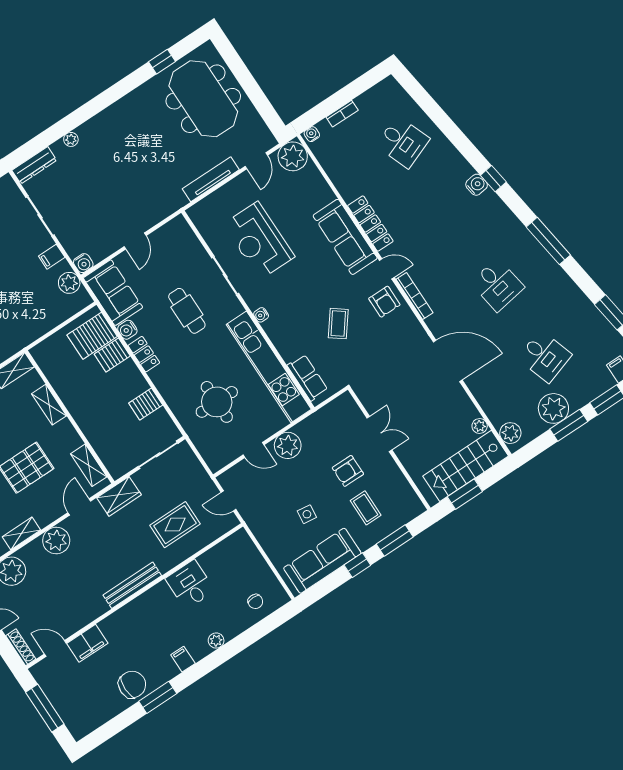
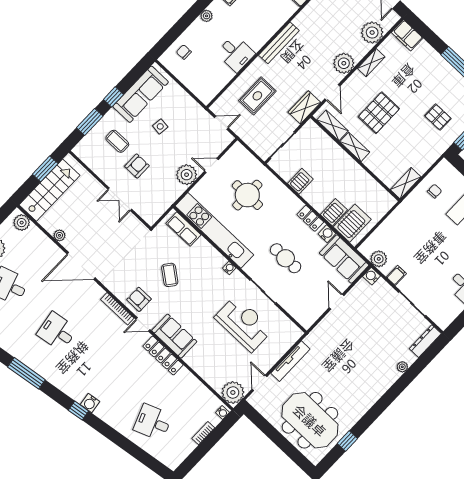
sofa: (345, 237) -> (174, 336), width x0.73
shelving: (49, 405) -> (355, 147), moved
plant: (480, 426) -> (59, 235), moved

